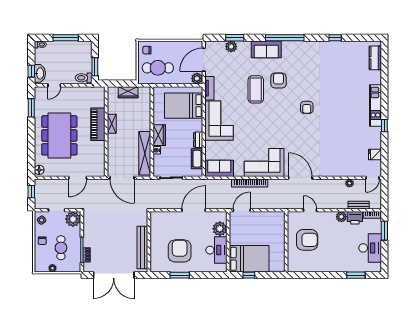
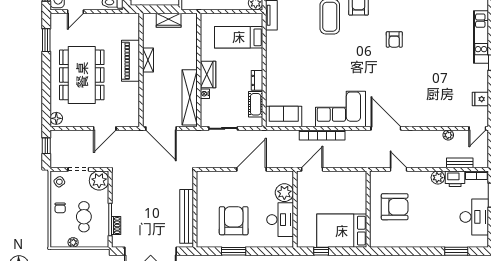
bed: (184, 106) -> (239, 37), width x0.67
corner sofa: (219, 121) -> (284, 56), removed
bed: (249, 259) -> (342, 231), moved, turned 180

